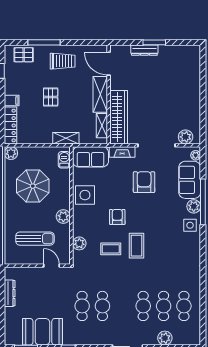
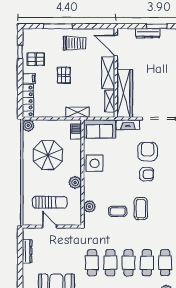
pallet: (24, 55) -> (36, 59), moved
armchair: (117, 217) -> (147, 174), moved, turned 90
door: (52, 266) -> (50, 227), moved
cafe table: (123, 306) -> (129, 263), added

